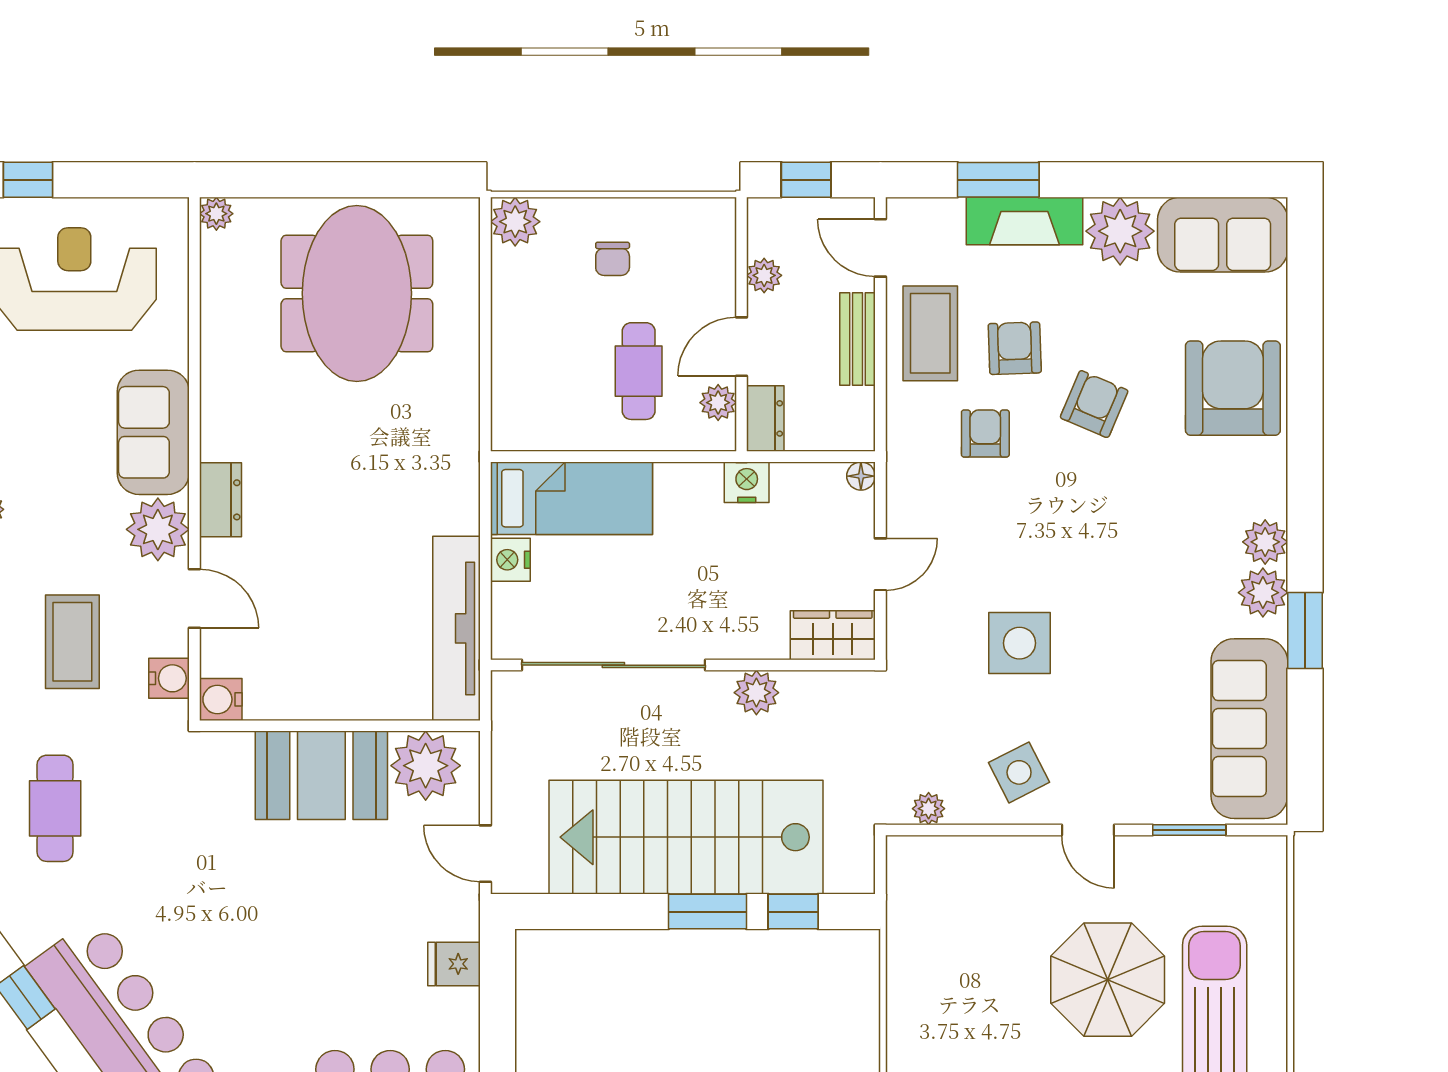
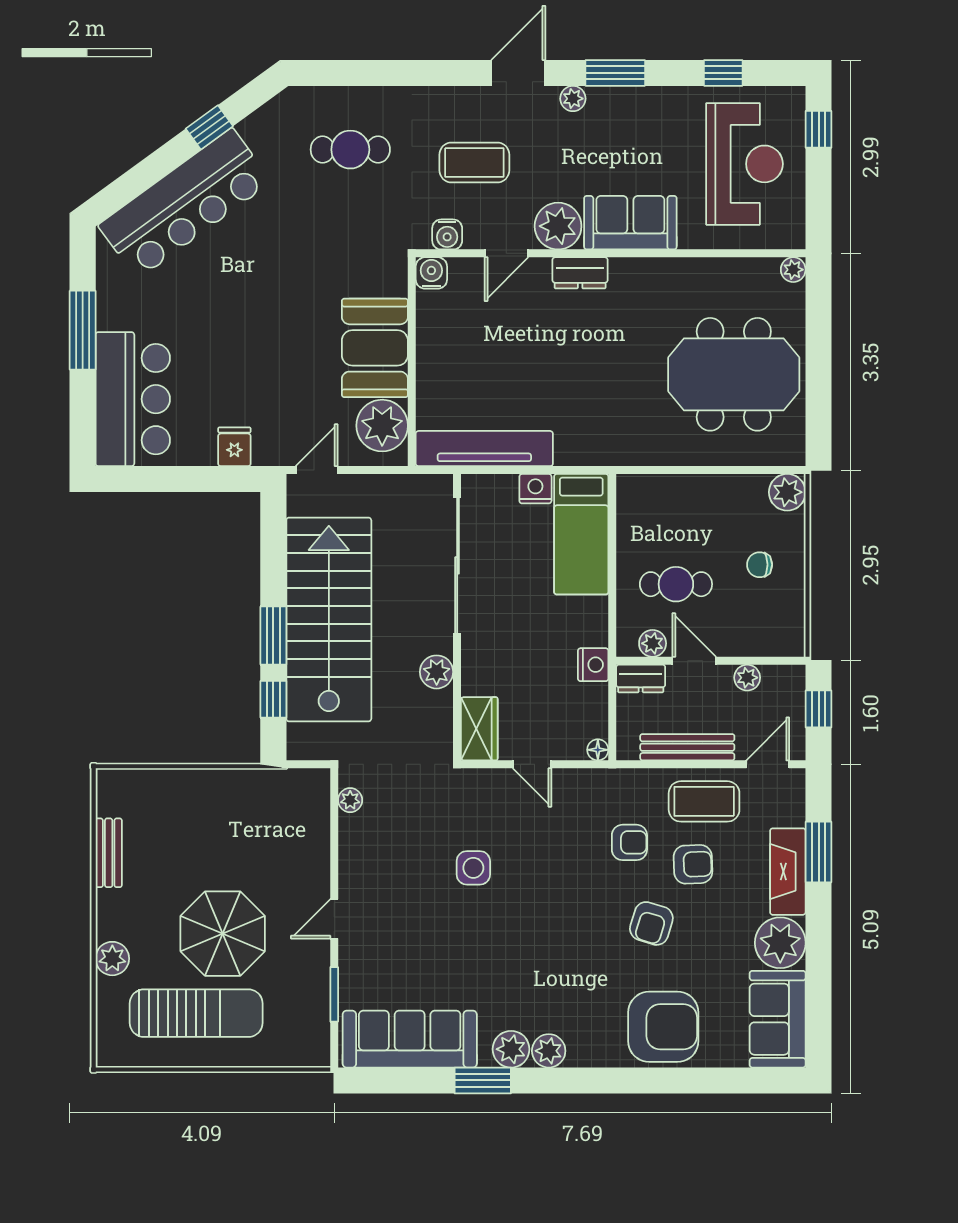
bench: (857, 339) -> (687, 747), width x1.36
armchair: (1094, 404) -> (651, 923), turned 84
side table: (1019, 643) -> (473, 868), width x0.73, depth x0.73
side table: (1019, 772) -> (377, 868), removed

